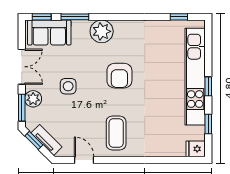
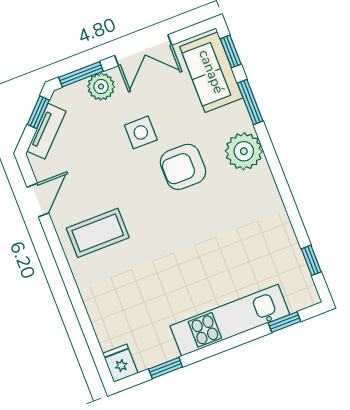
armchair: (119, 76) -> (183, 167), moved
kitchen unit: (195, 77) -> (230, 320), width x0.73
window: (208, 86) -> (284, 322), moved

